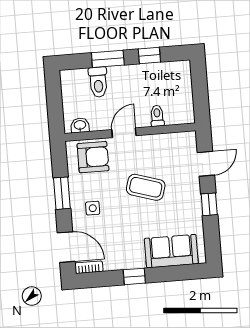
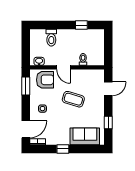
window: (108, 59) -> (58, 25), removed
door: (124, 133) -> (64, 67), swing flipped
window: (62, 193) -> (26, 86), moved
window: (209, 204) -> (108, 123), moved
door: (66, 247) -> (26, 129), hinge flipped

